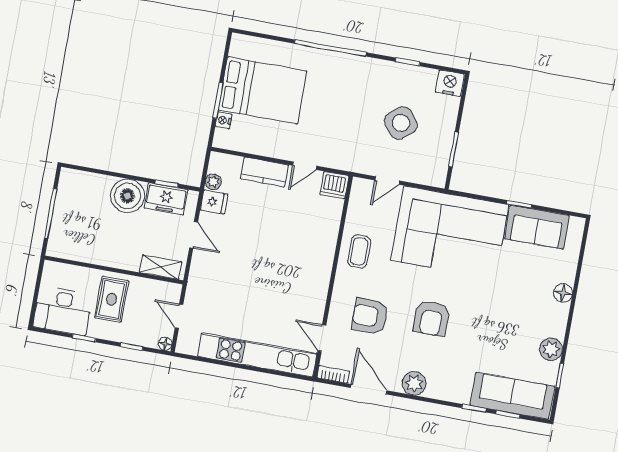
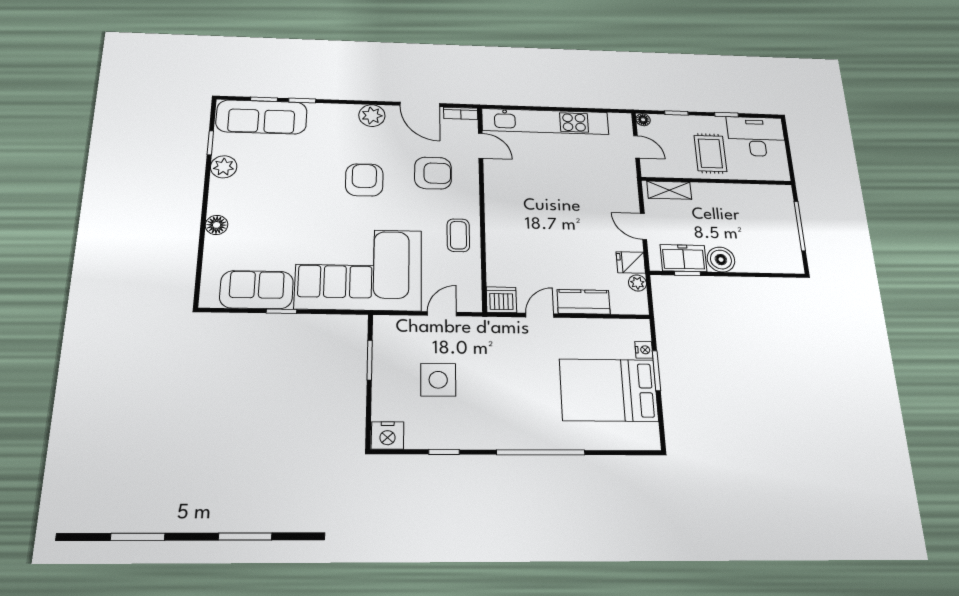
side table: (401, 123) -> (438, 380), turned 38
boiler: (128, 196) -> (721, 260), width x0.73, depth x0.73

